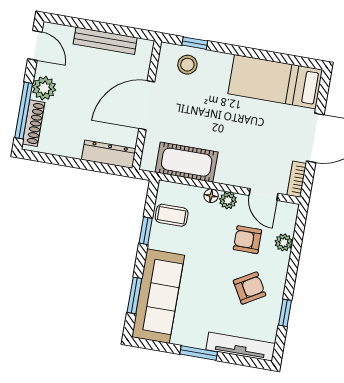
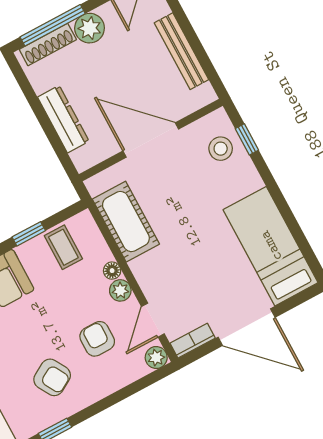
dresser: (109, 154) -> (63, 119), moved
plant: (284, 242) -> (156, 357), moved

